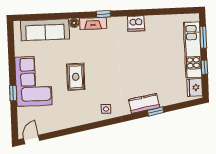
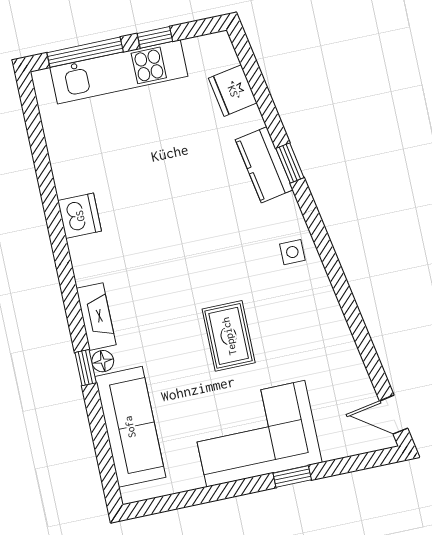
window: (103, 14) -> (86, 368), moved
window: (203, 37) -> (85, 52), width x1.44
rug: (76, 77) -> (229, 336), turned 90
fridge: (195, 87) -> (233, 91), moved, turned 80
window: (156, 111) -> (290, 163), moved

